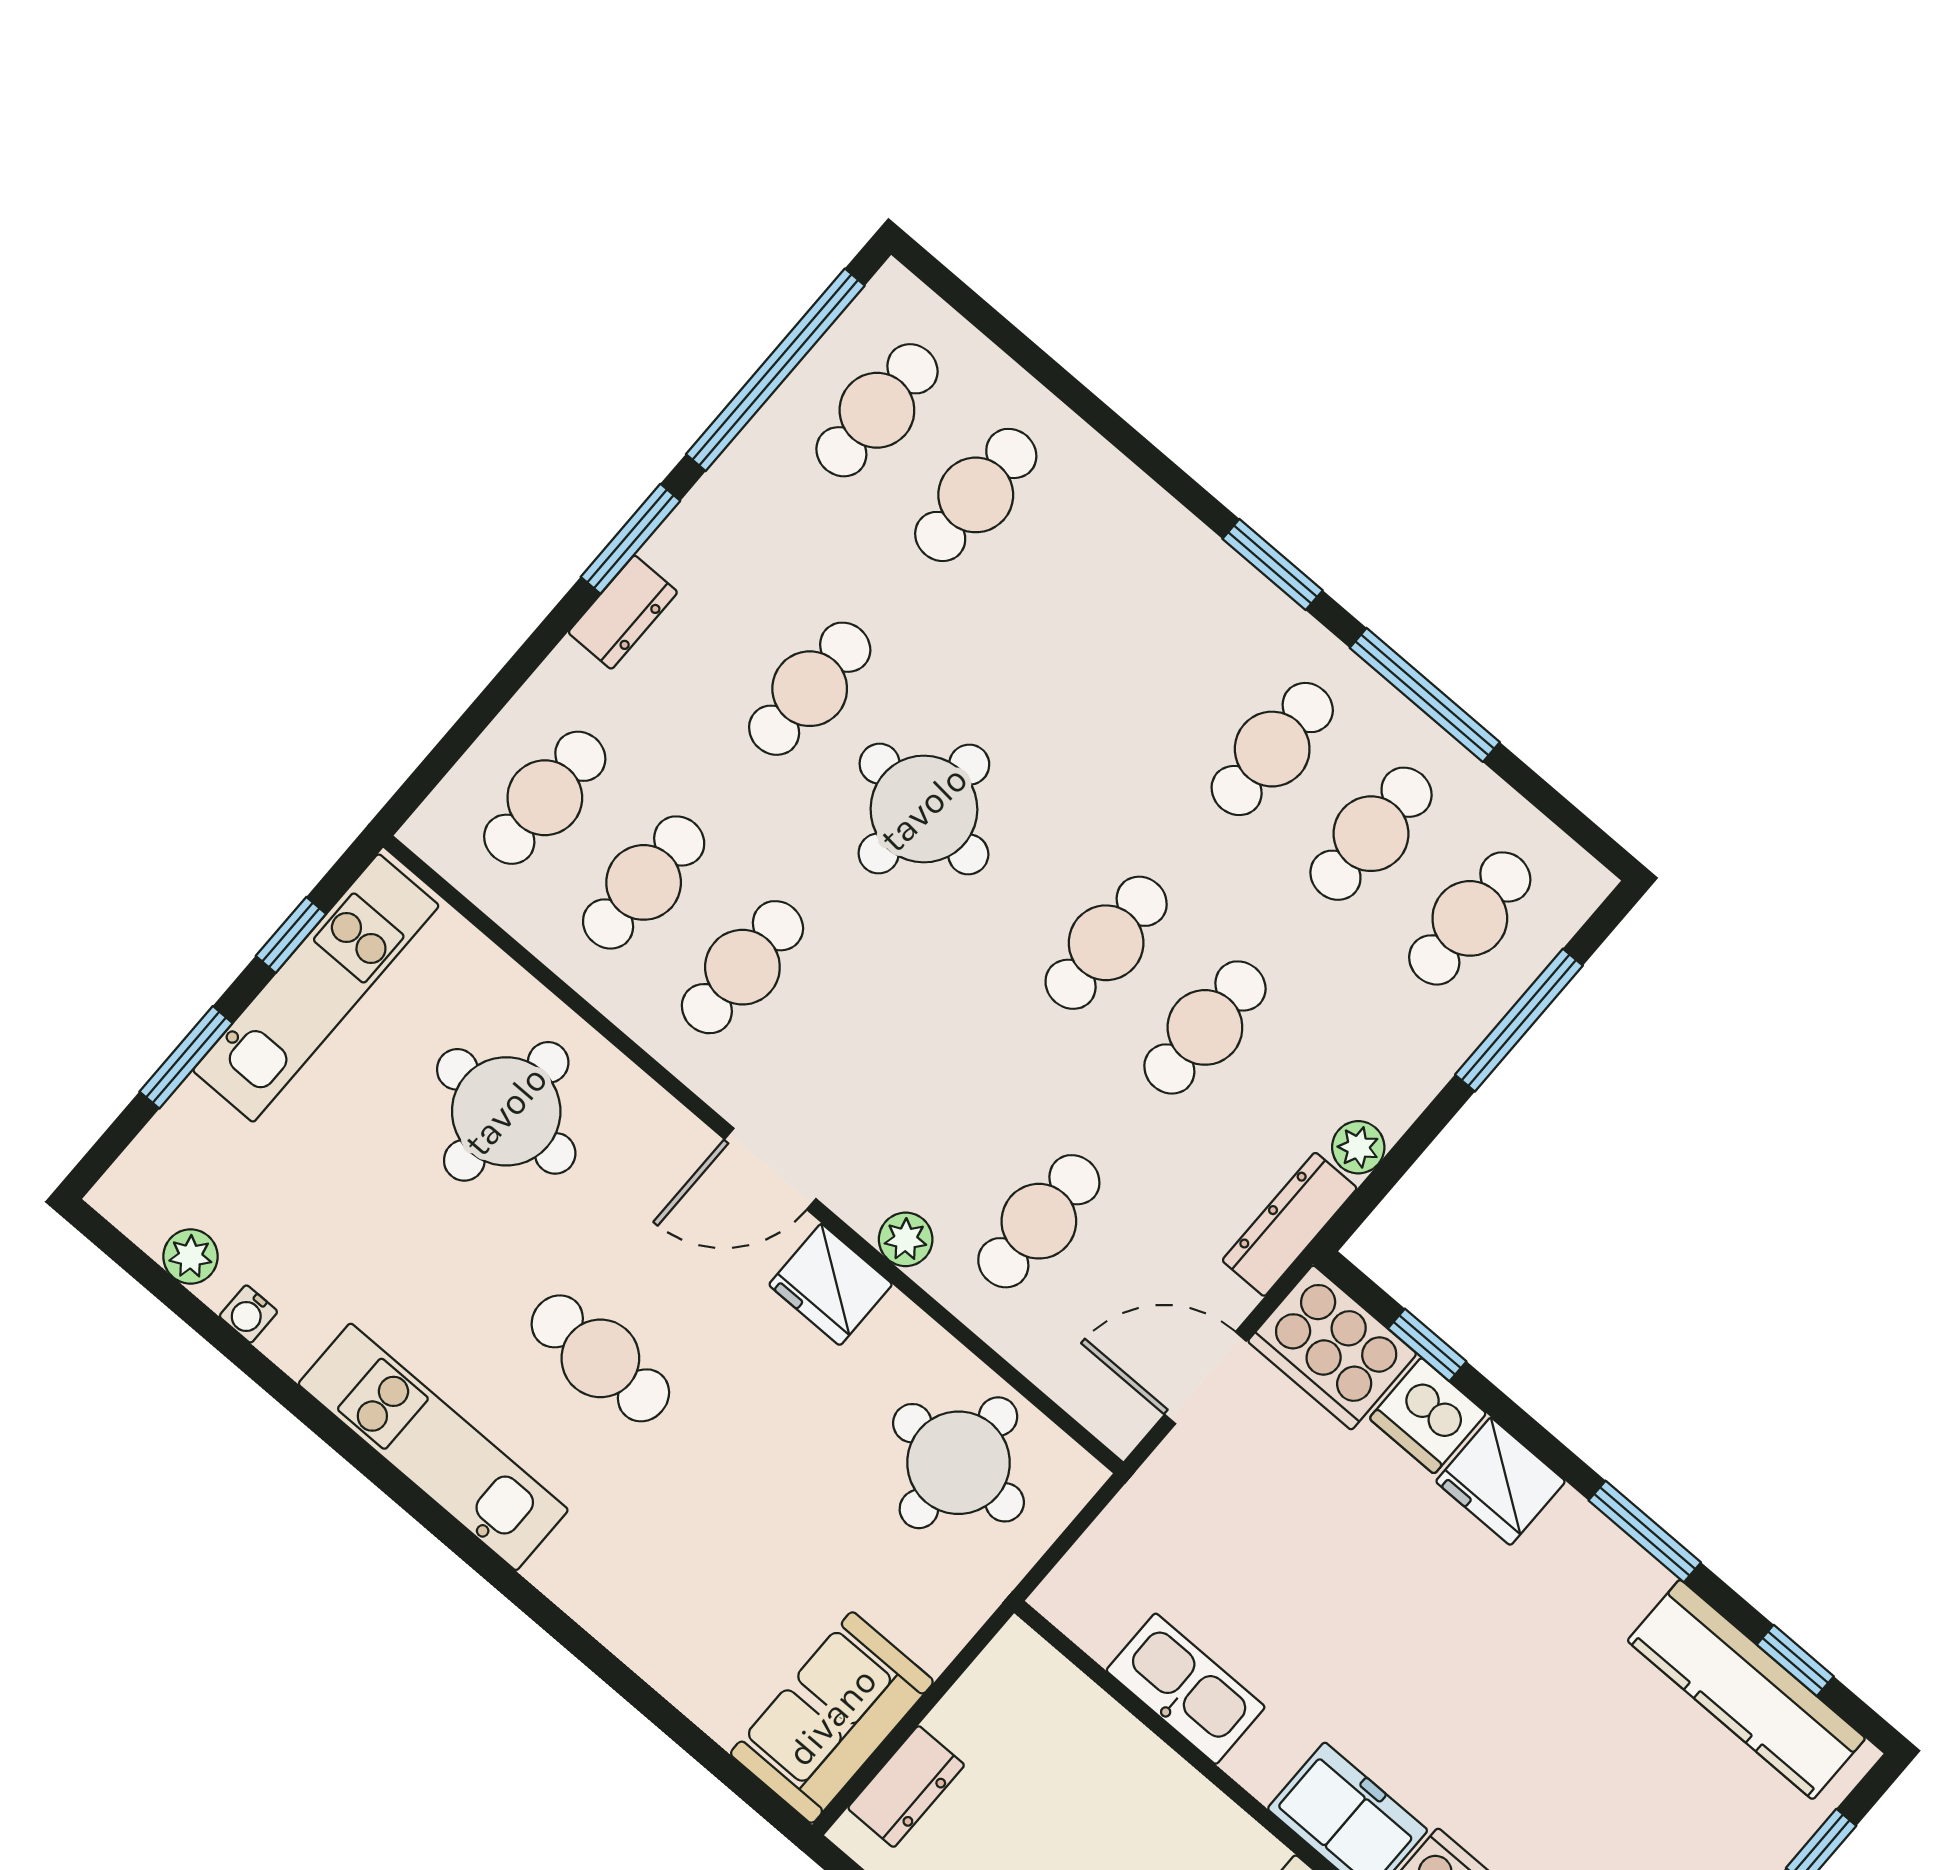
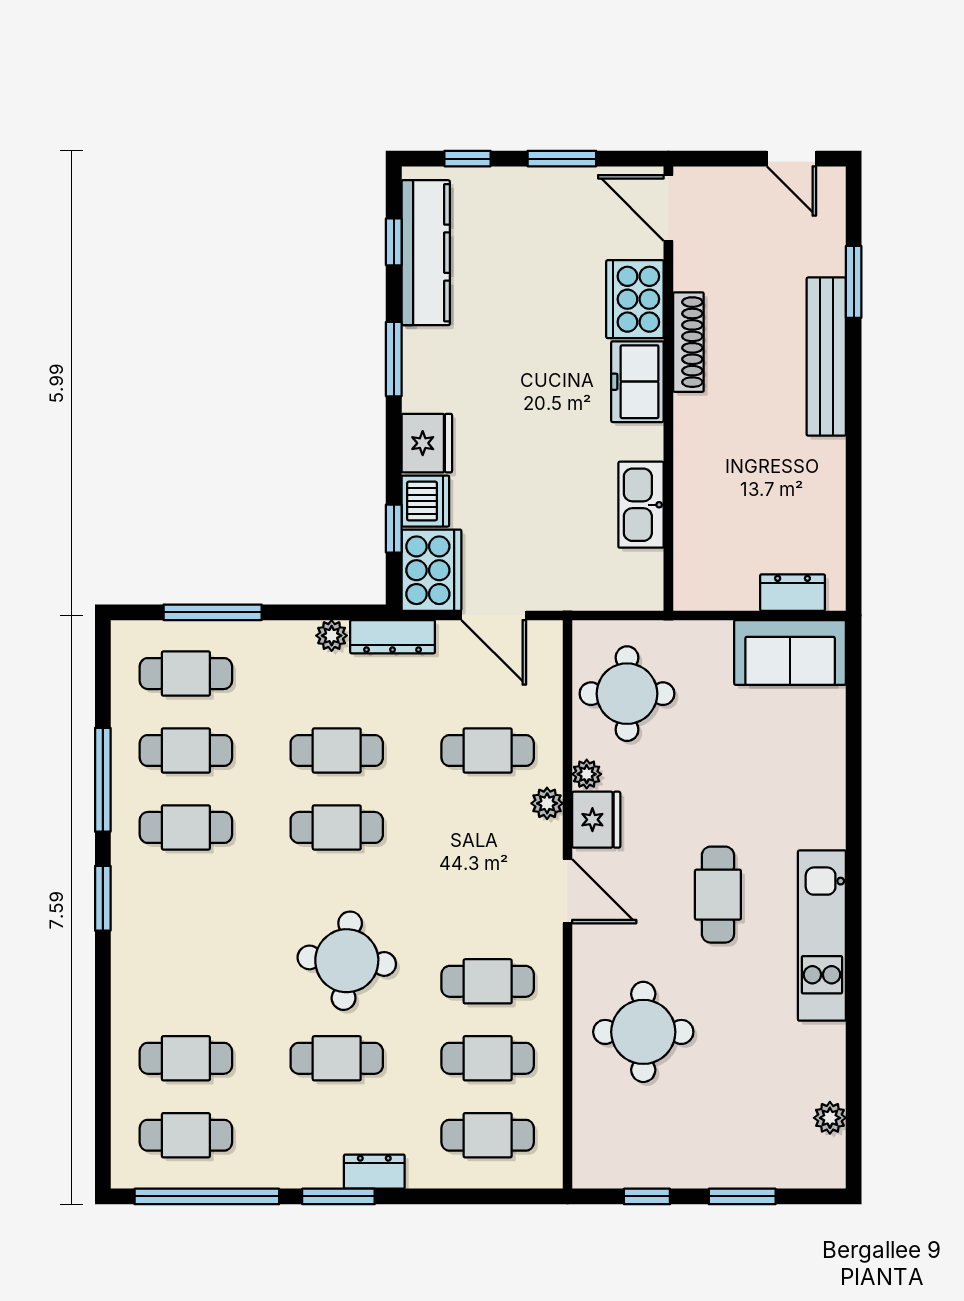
kitchen unit: (316, 988) -> (661, 1165), removed
water cooler: (248, 1314) -> (833, 1070), removed
plant: (900, 1322) -> (587, 774), added

